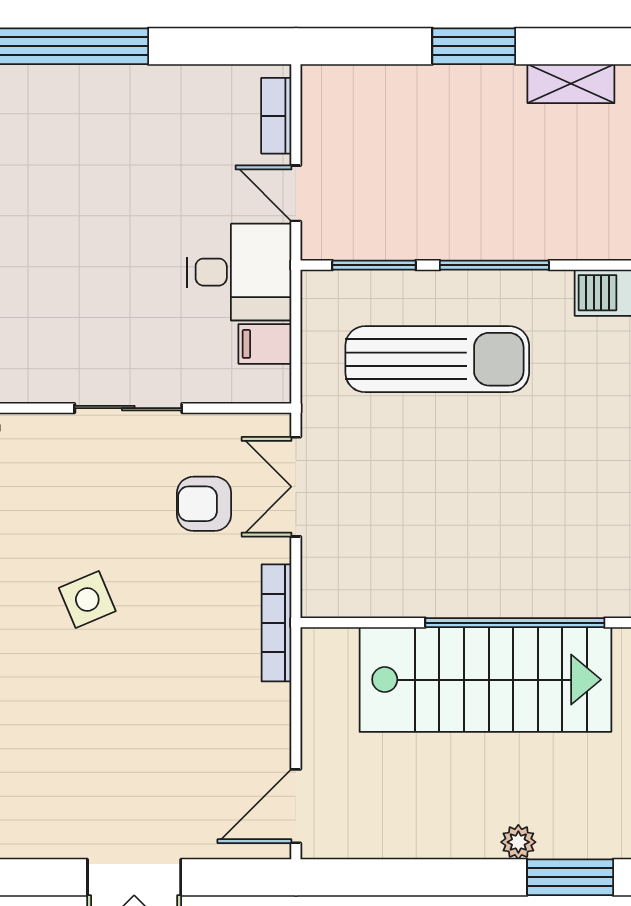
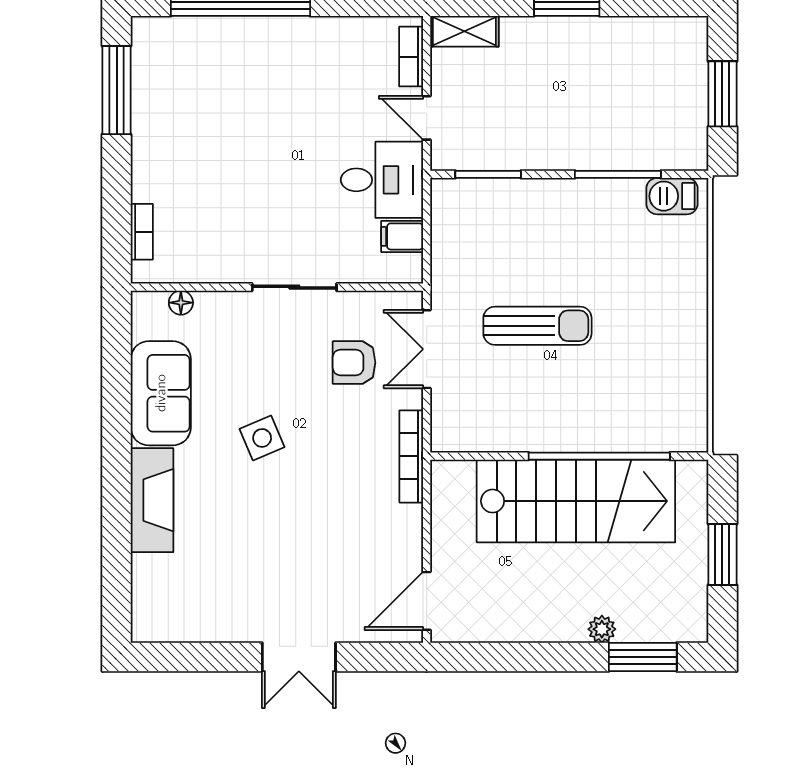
shelving: (571, 84) -> (464, 31), moved
window: (494, 265) -> (618, 174), moved
sun lounger: (437, 359) -> (537, 326), moved, width x0.73, depth x0.75

